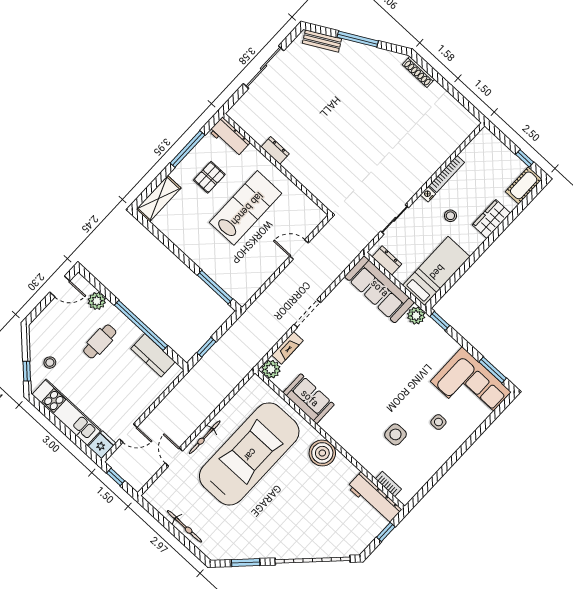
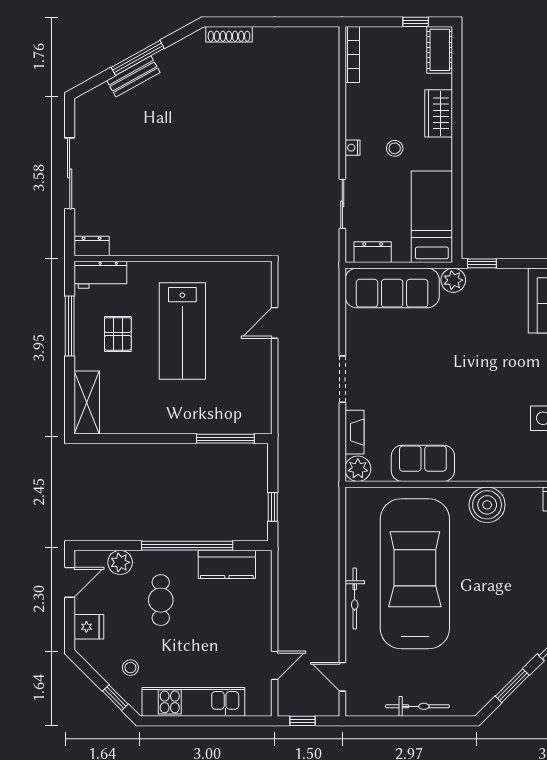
bench: (322, 41) -> (133, 76), moved
dresser: (275, 150) -> (92, 246), moved
bookcase: (447, 174) -> (352, 55), moved
lab bench: (246, 208) -> (182, 331), turned 180
fridge: (102, 445) -> (89, 627), moved, turned 90
door: (174, 457) -> (342, 677), moved

